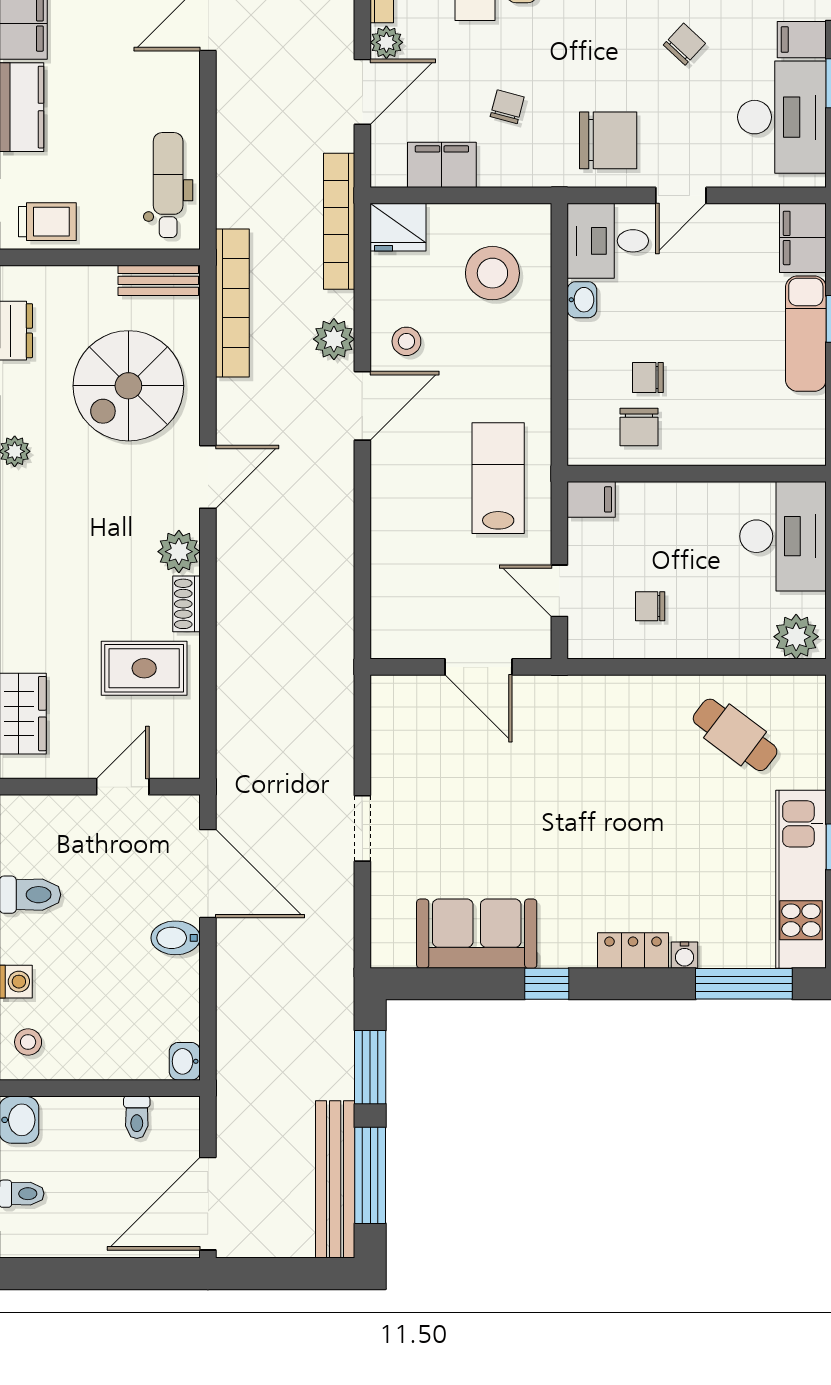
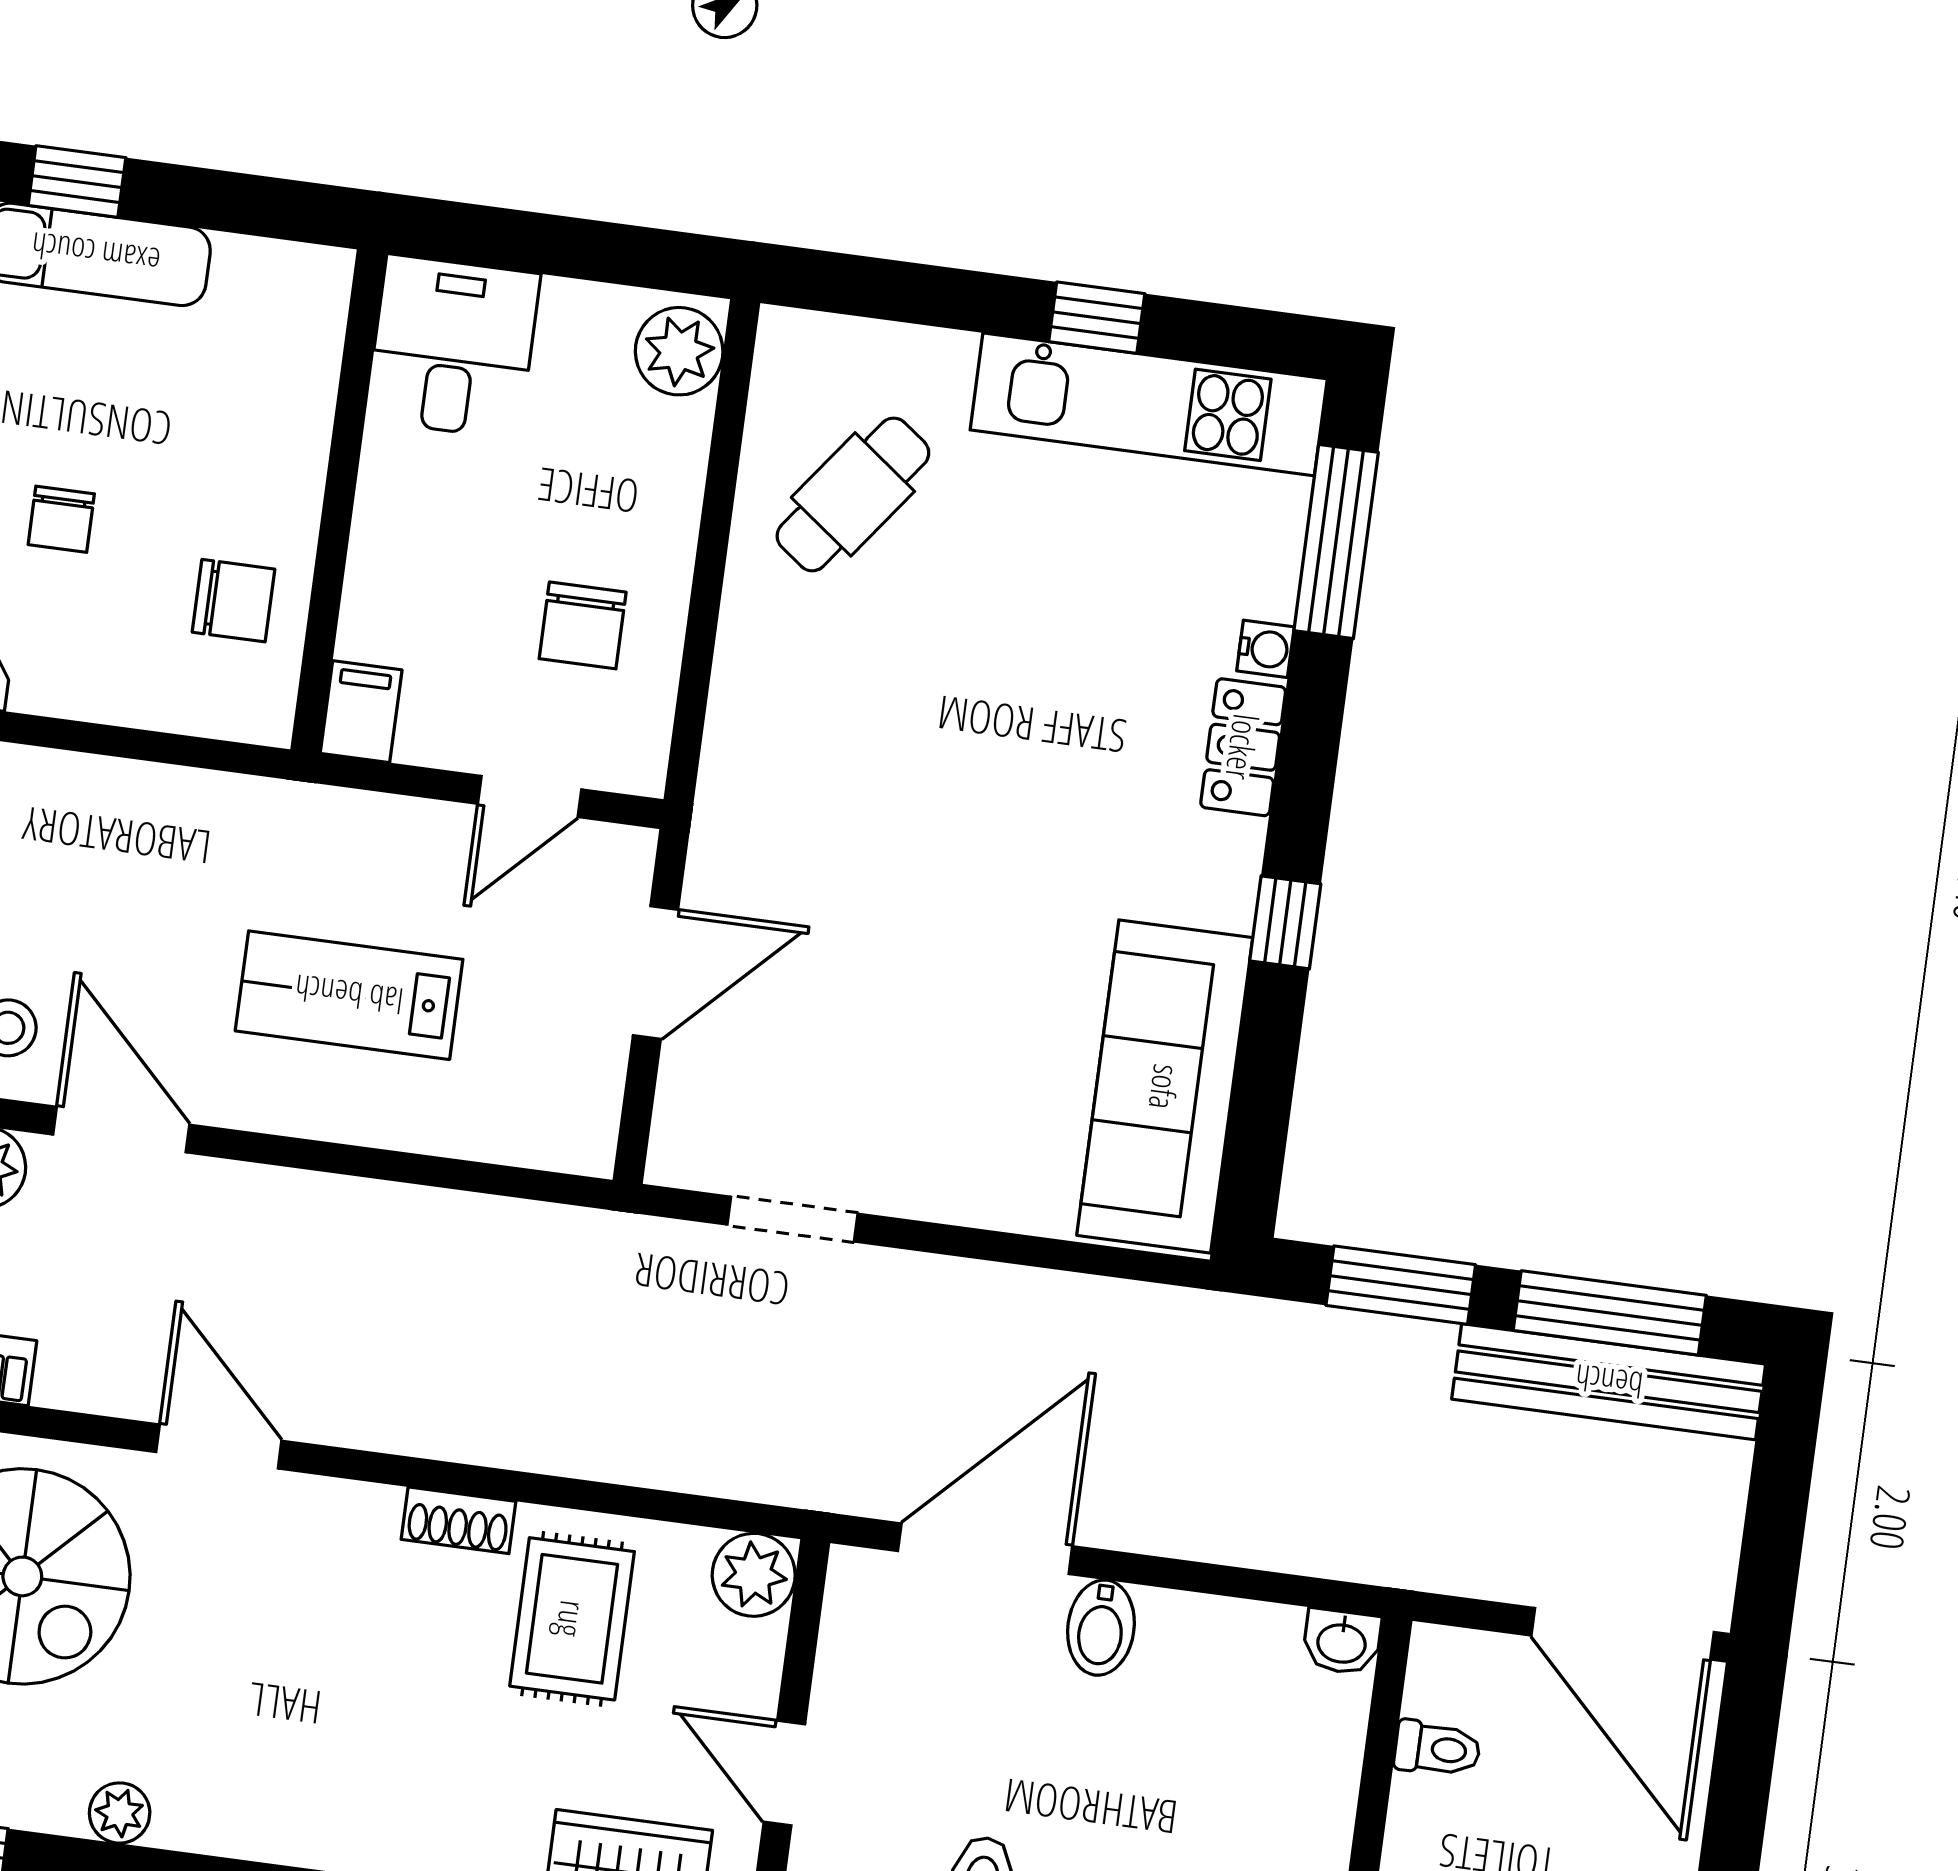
chair: (648, 377) -> (61, 519), moved
lab bench: (498, 478) -> (349, 995), moved
desk: (783, 536) -> (453, 347), width x0.73
plant: (179, 552) -> (754, 1575), moved
chair: (650, 606) -> (583, 625), width x1.37, depth x1.37
door: (123, 787) -> (784, 1773), moved
doorway: (362, 828) -> (793, 1219), moved
sofa: (477, 934) -> (1165, 1087), width x1.36

